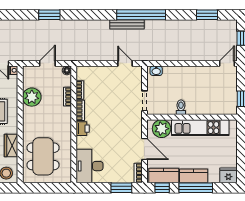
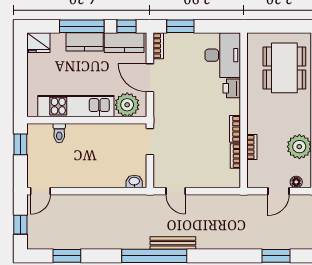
floor lamp: (67, 70) -> (296, 182), moved
toilet: (181, 107) -> (59, 133), moved
printer: (83, 129) -> (232, 88), moved

